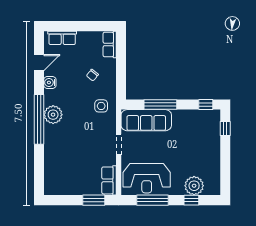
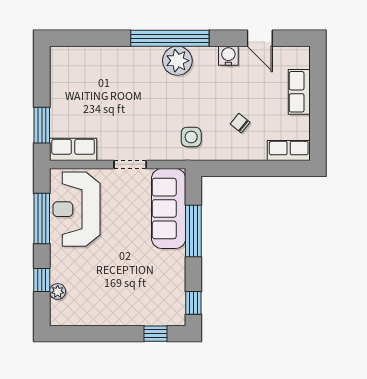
row of seats: (62, 38) -> (299, 92), moved
plant: (194, 186) -> (58, 291), width x0.53, depth x0.53

